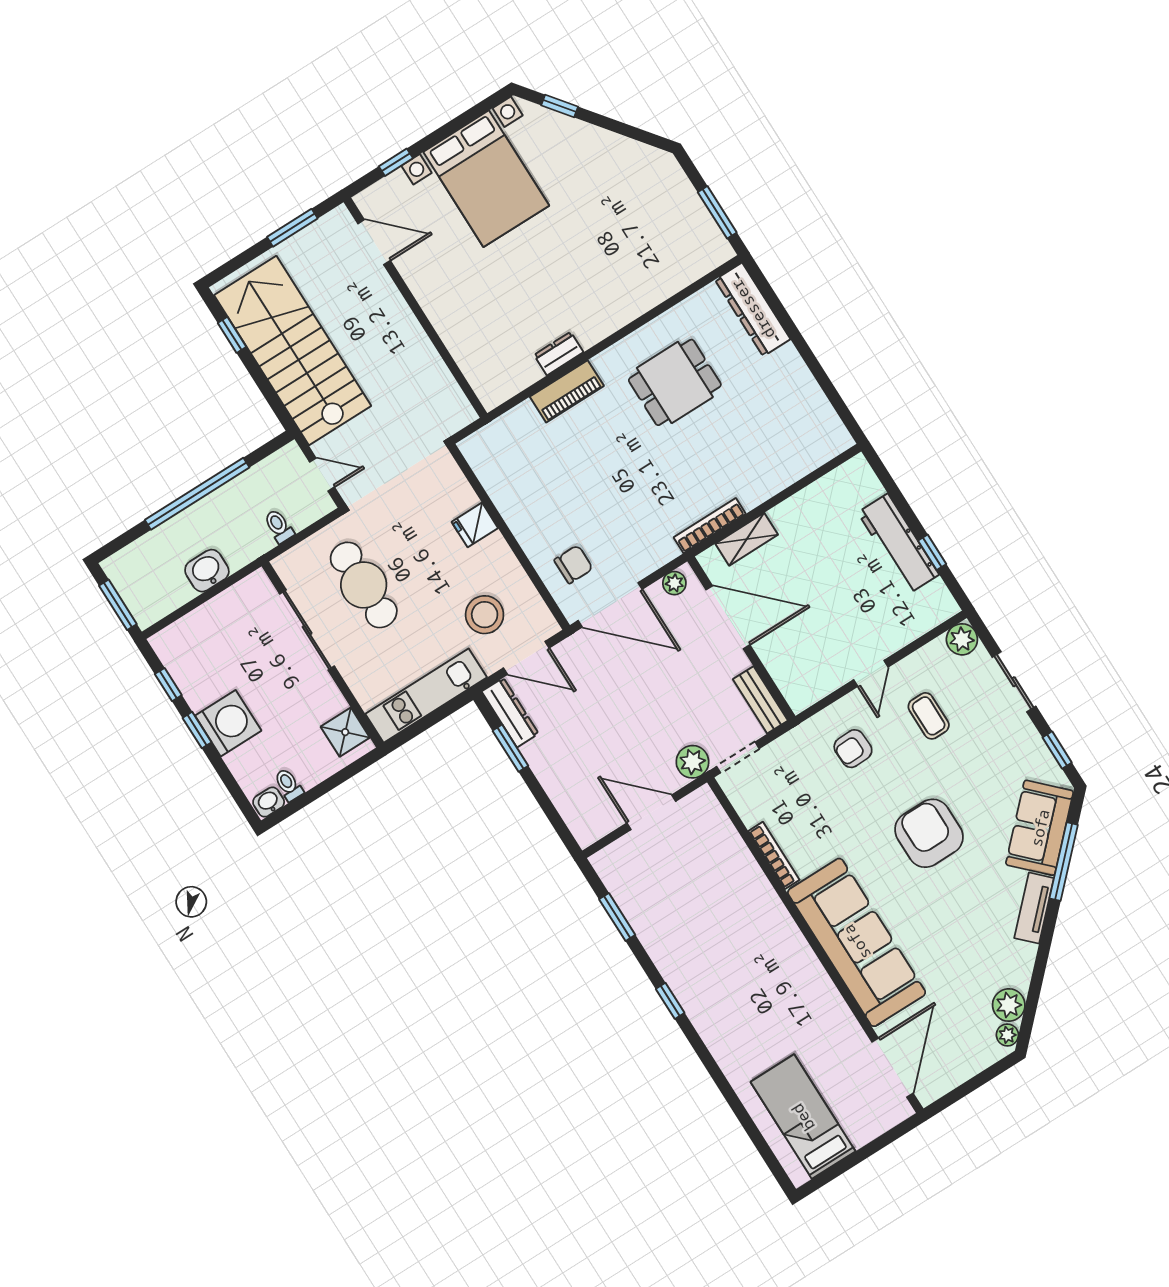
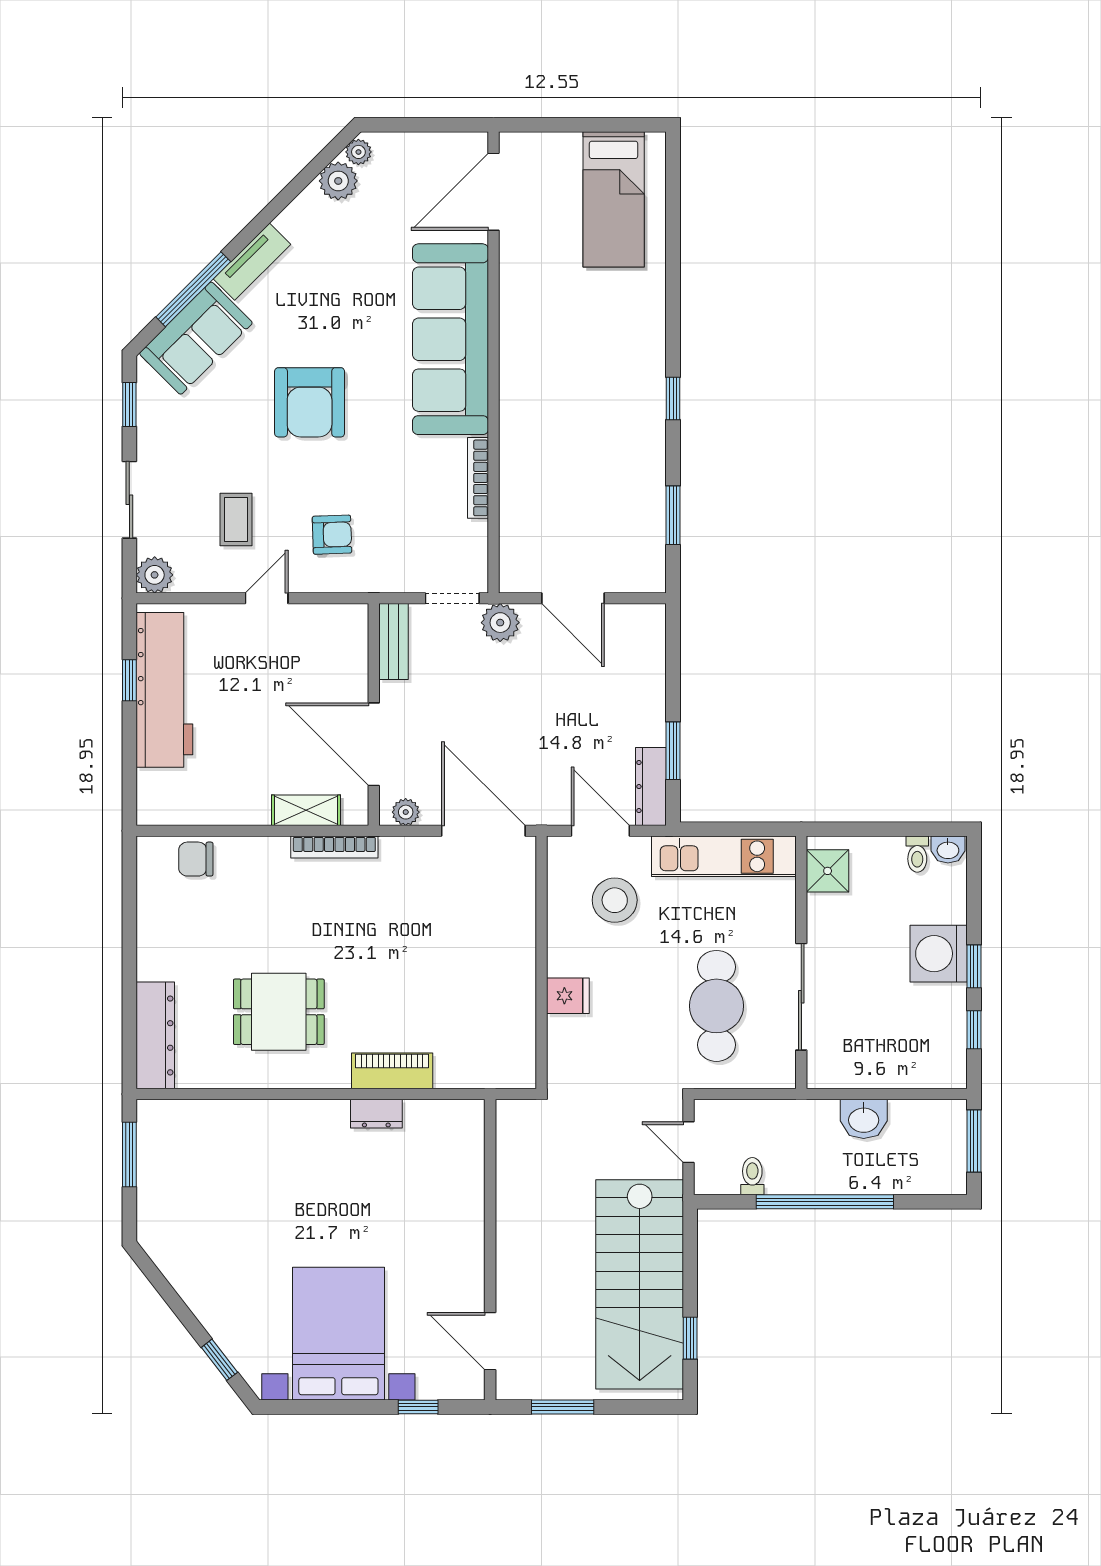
toilet: (279, 526) -> (752, 1176), moved, turned 180
workbench: (898, 543) -> (164, 690), width x1.36, depth x1.32
chair: (574, 564) -> (196, 859), moved

